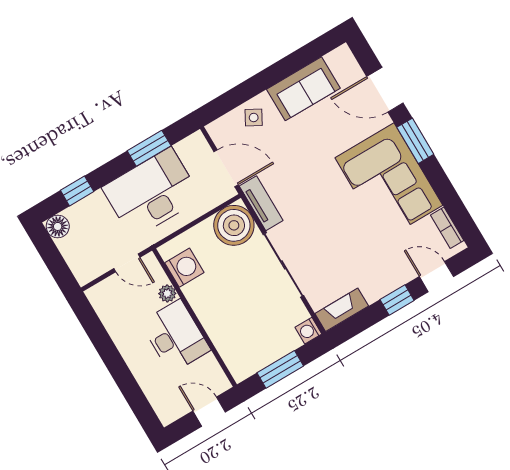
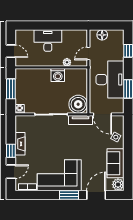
plant: (341, 60) -> (118, 185), added
door: (226, 168) -> (102, 114), hinge flipped
floor lamp: (58, 226) -> (102, 35), moved
washing machine: (184, 268) -> (58, 75), moved
fireplace: (342, 310) -> (20, 144), moved
desk: (175, 336) -> (48, 41), moved, turned 180
door: (209, 412) -> (11, 51), hinge flipped

